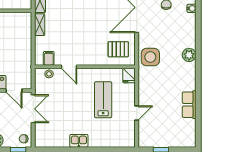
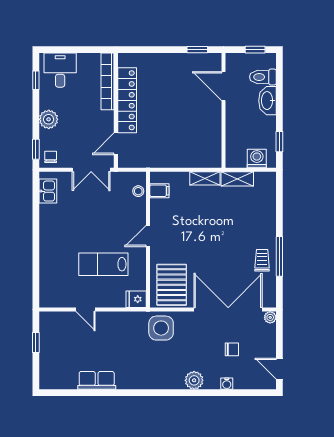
pallet: (118, 49) -> (172, 285), width x1.50, depth x1.42
plant: (189, 55) -> (194, 380), moved
door: (69, 67) -> (148, 236), moved
lab bench: (103, 100) -> (103, 264), turned 180
kitchen sink: (79, 141) -> (48, 191), moved

